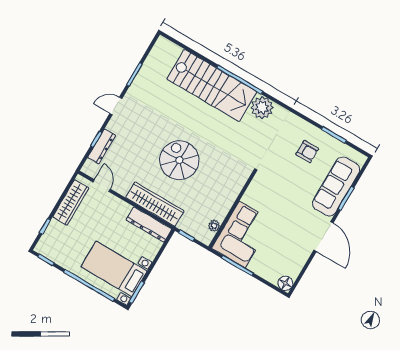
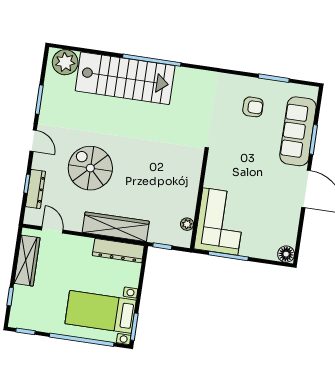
door: (116, 106) -> (33, 141), swing flipped
plant: (262, 108) -> (65, 62), moved
spiral stairs: (179, 160) -> (90, 168), moved

